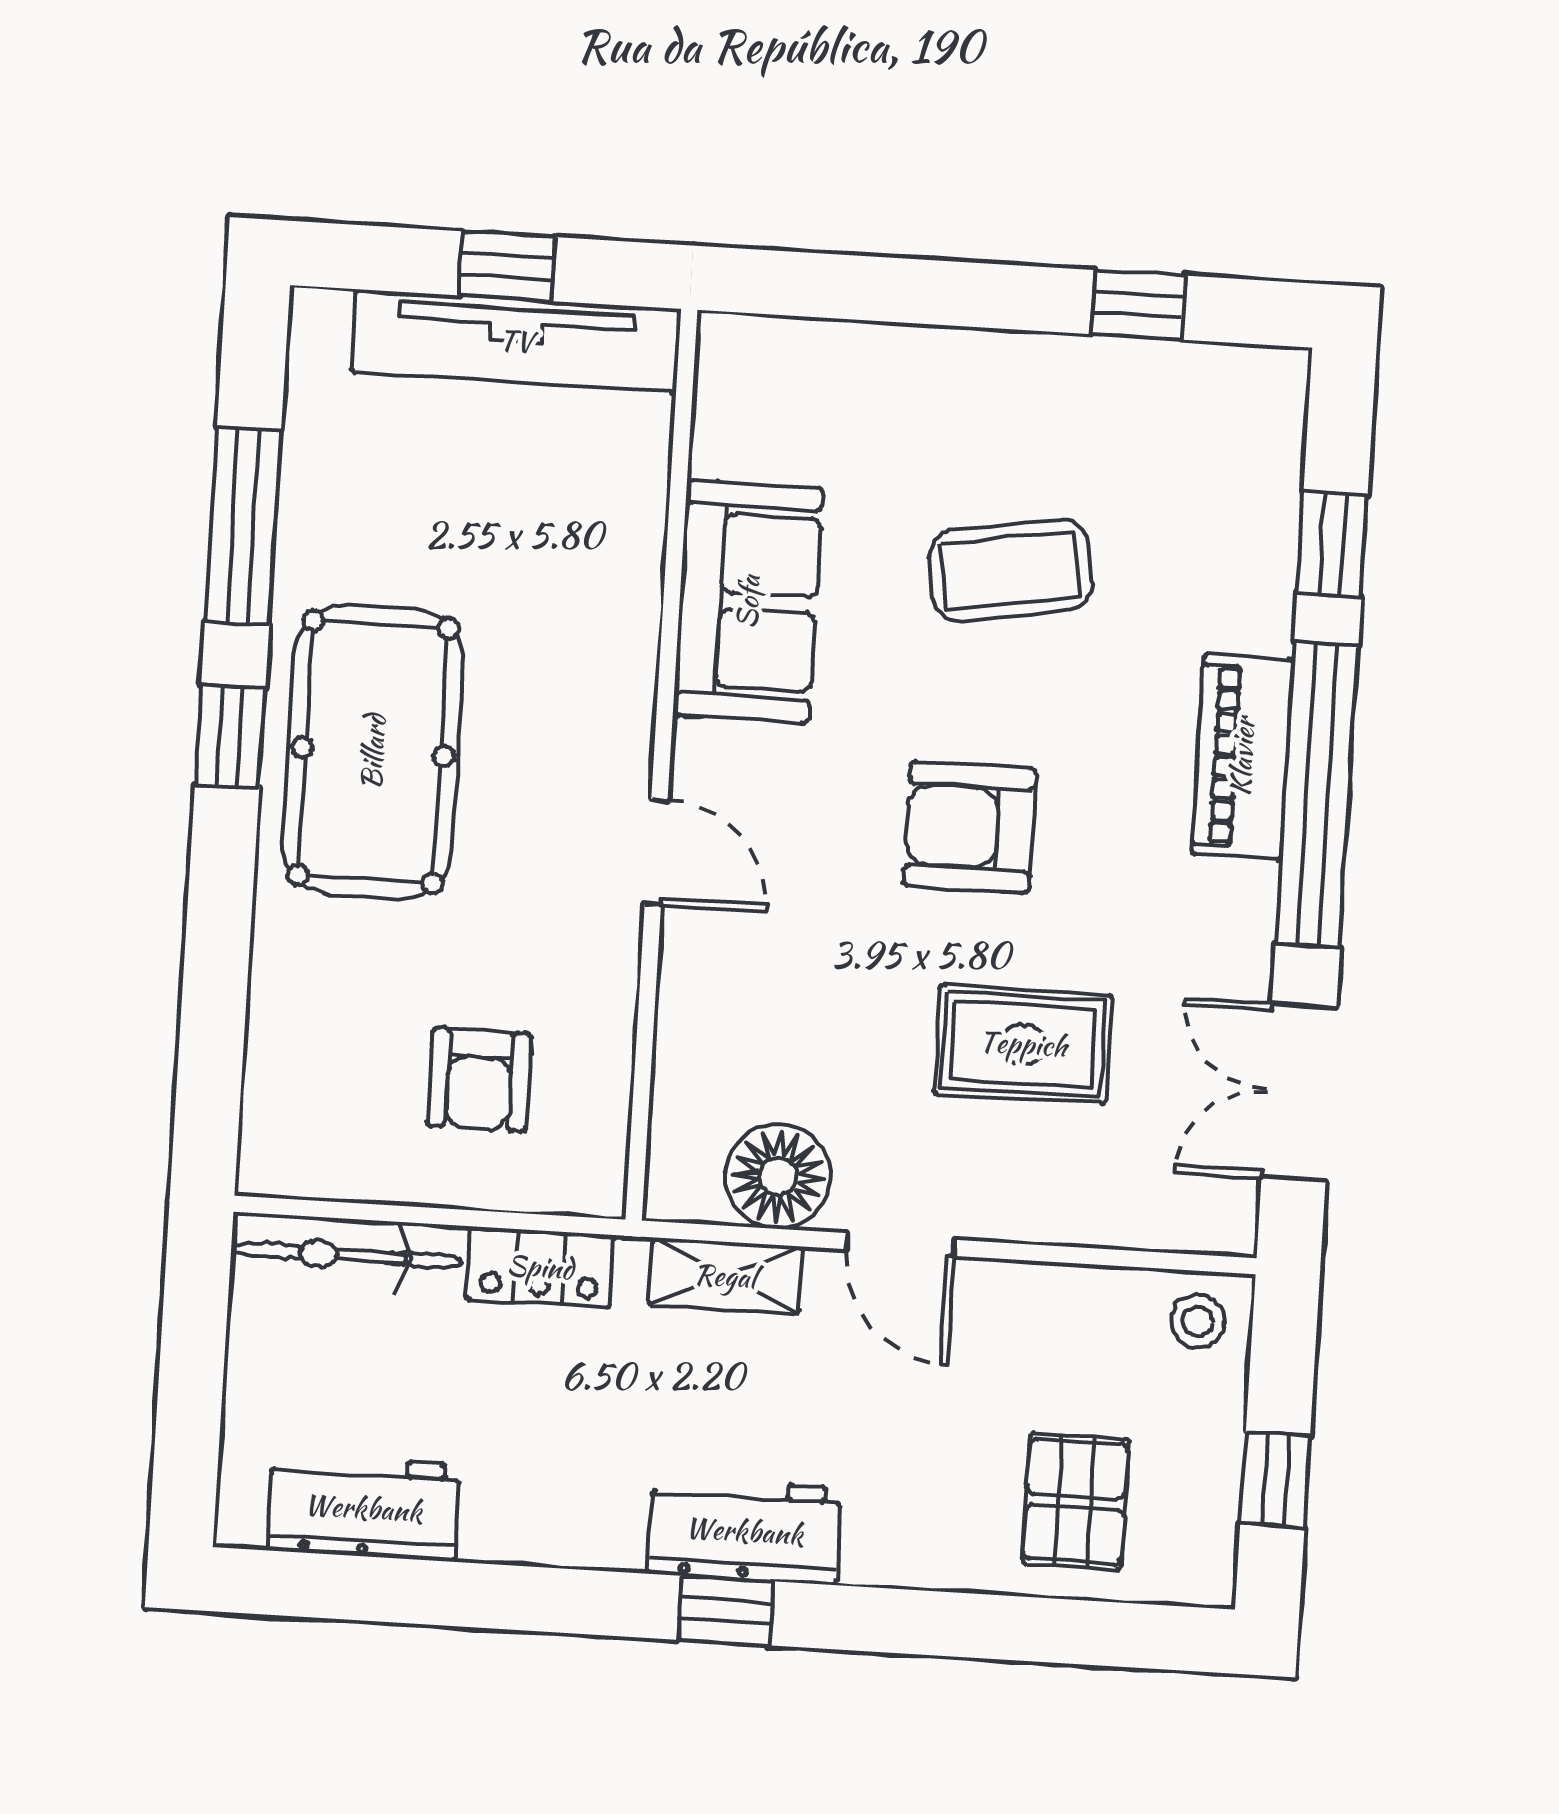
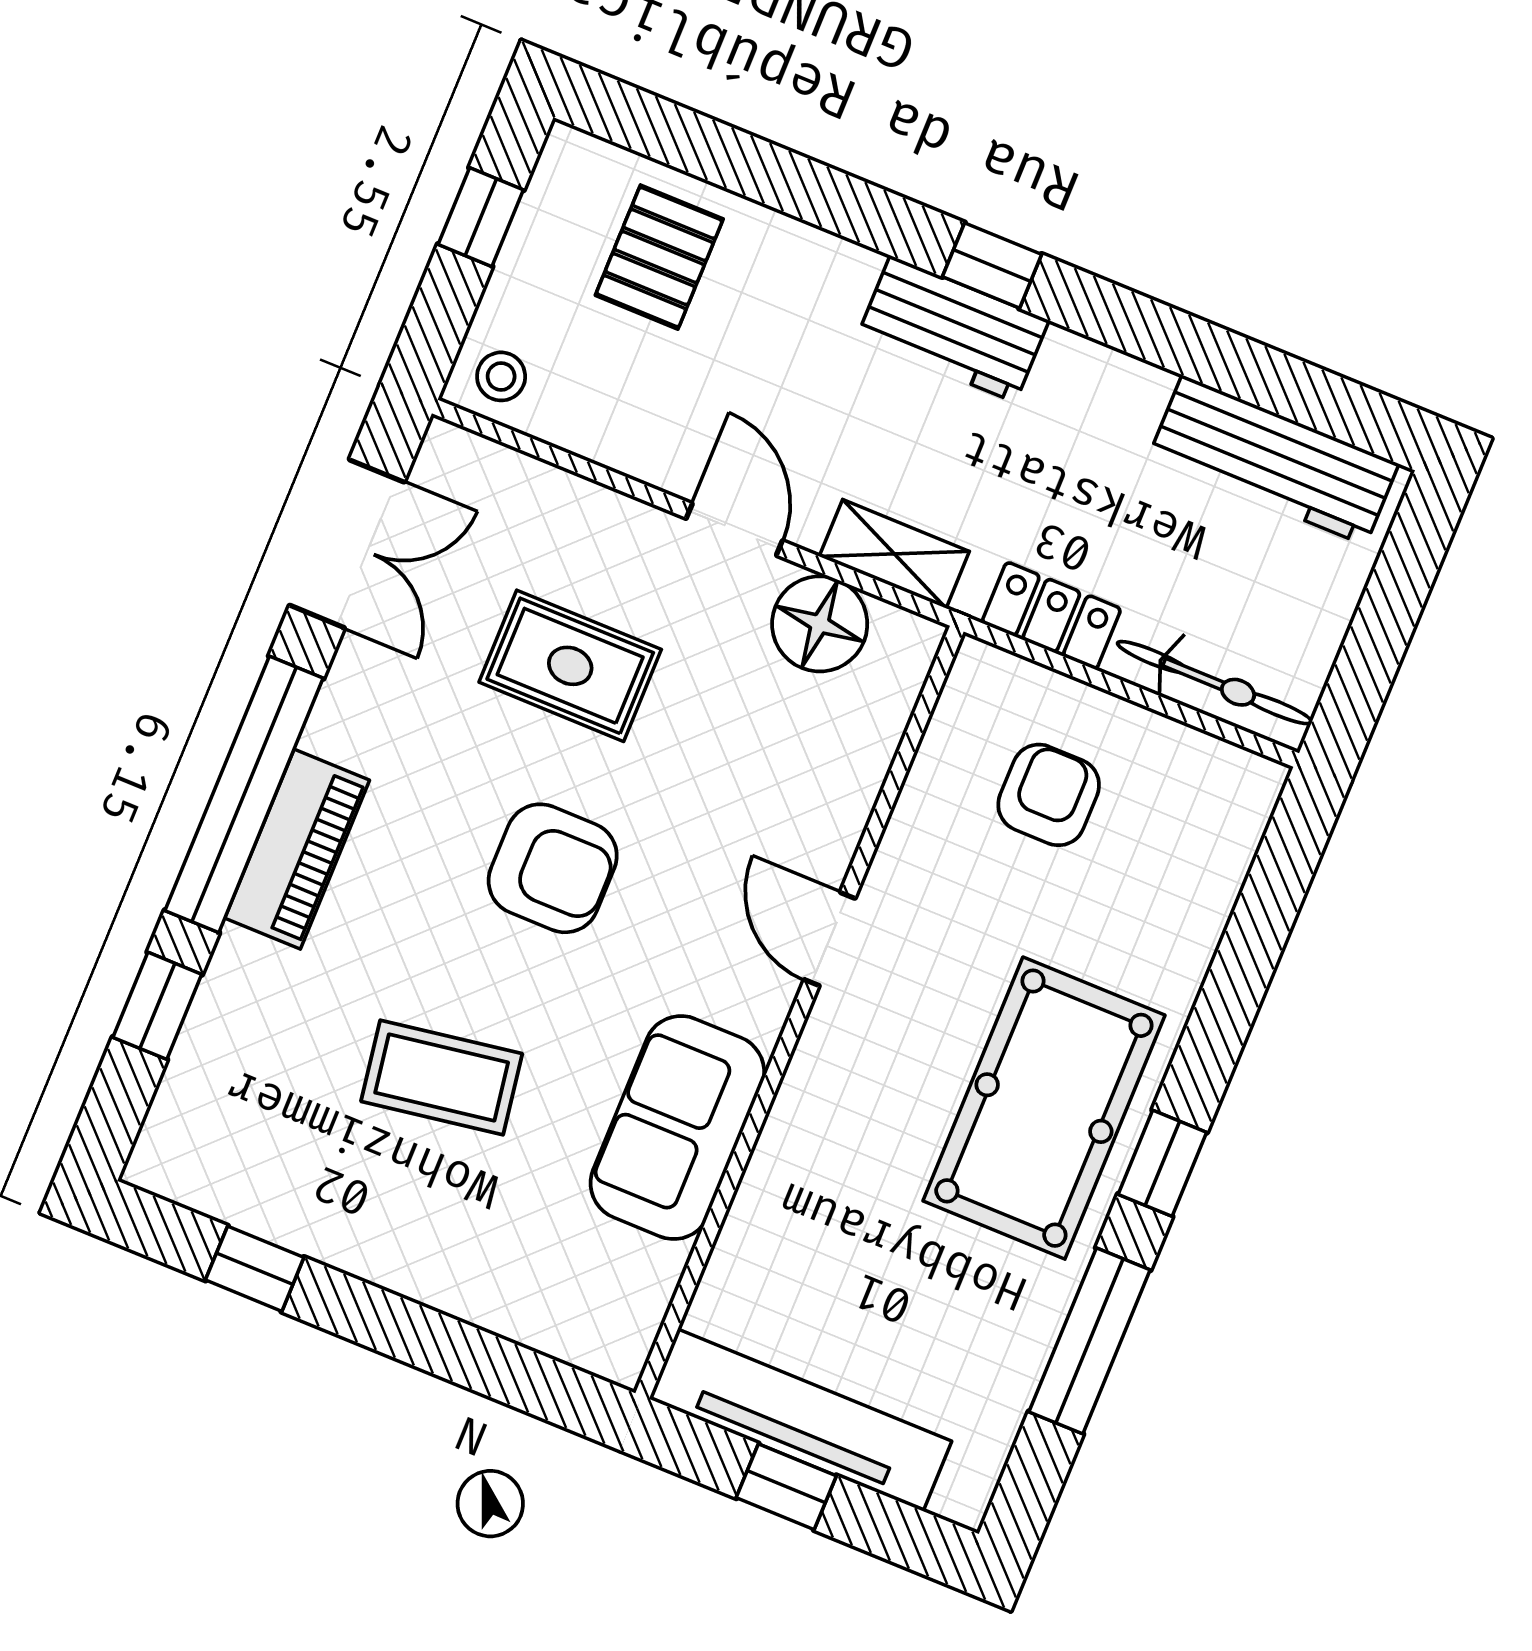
workbench: (363, 1508) -> (1274, 460), width x1.38

